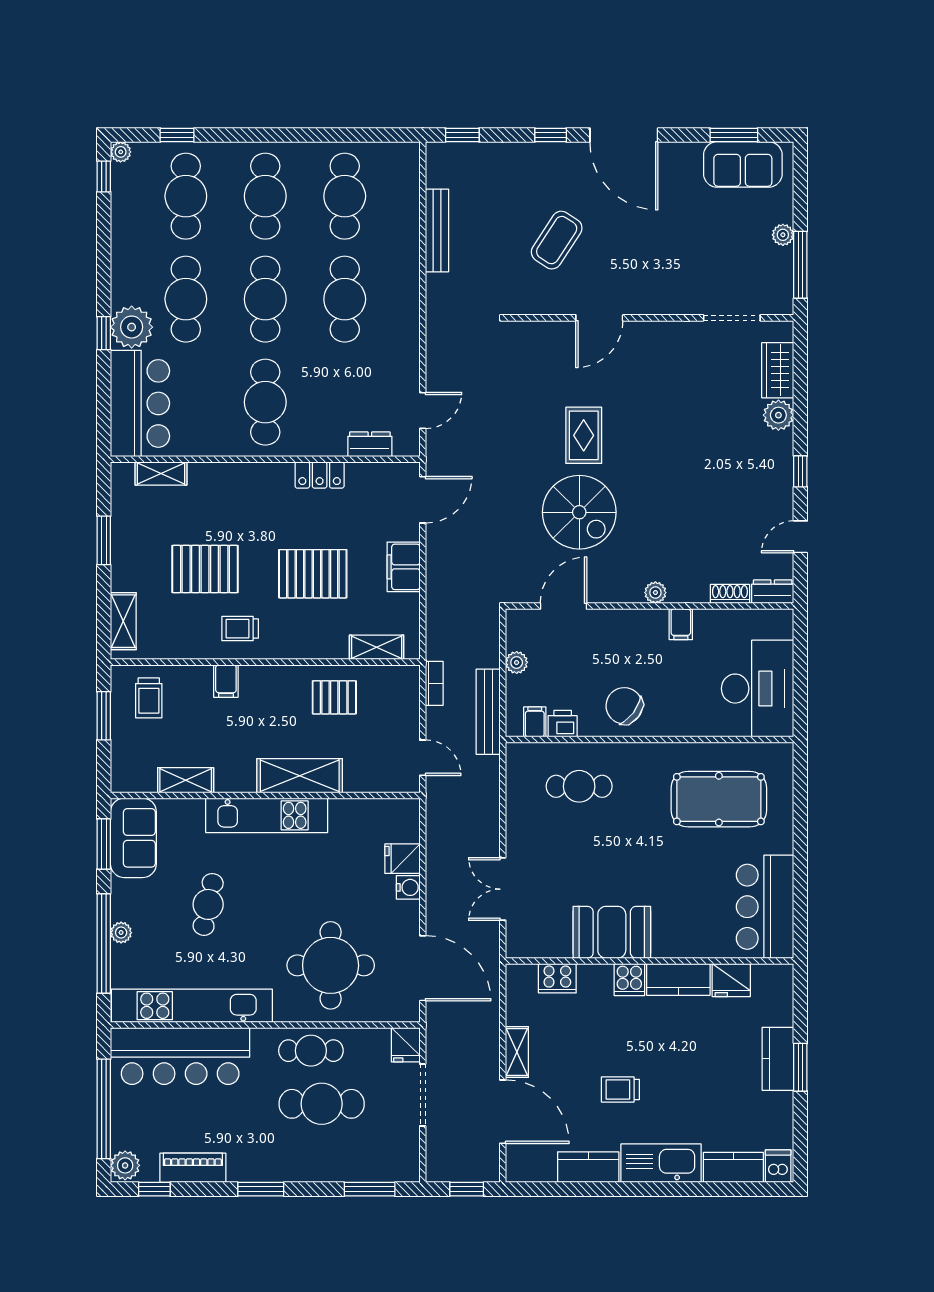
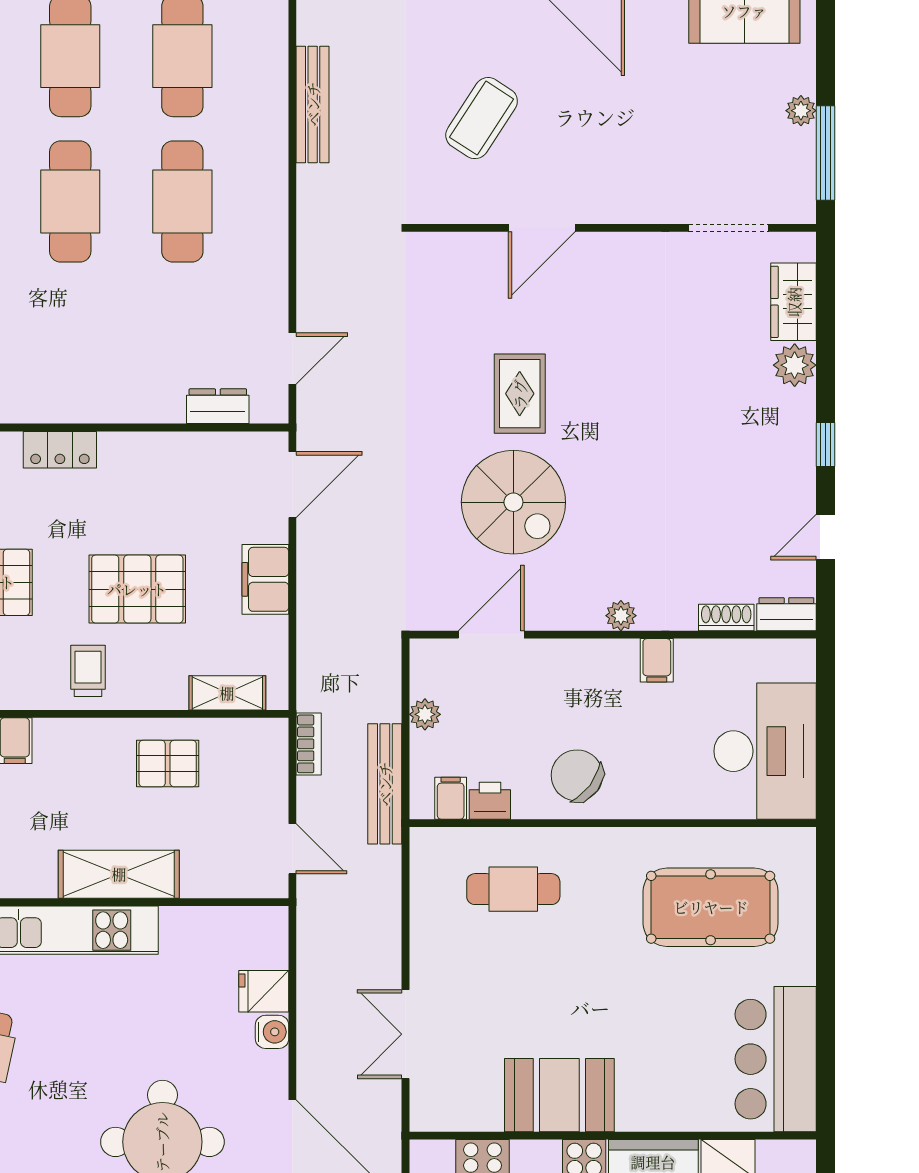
cafe table: (265, 402) -> (70, 347), removed
locker: (320, 475) -> (60, 450), moved
trolley: (240, 629) -> (88, 671), moved, turned 90

